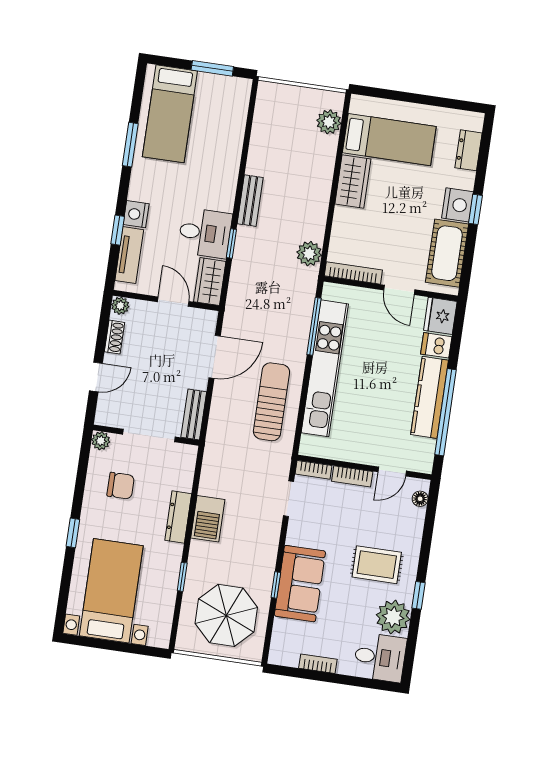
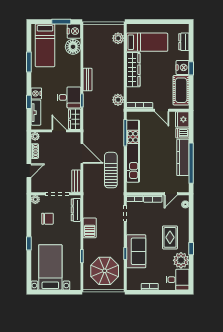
nightstand: (236, 93) -> (74, 31), added
floor lamp: (229, 126) -> (73, 47), added
wardrobe: (353, 182) -> (133, 70), width x1.50
door: (215, 357) -> (82, 153), hinge flipped
dresser: (178, 517) -> (76, 210), moved
rug: (377, 565) -> (170, 237), turned 90

